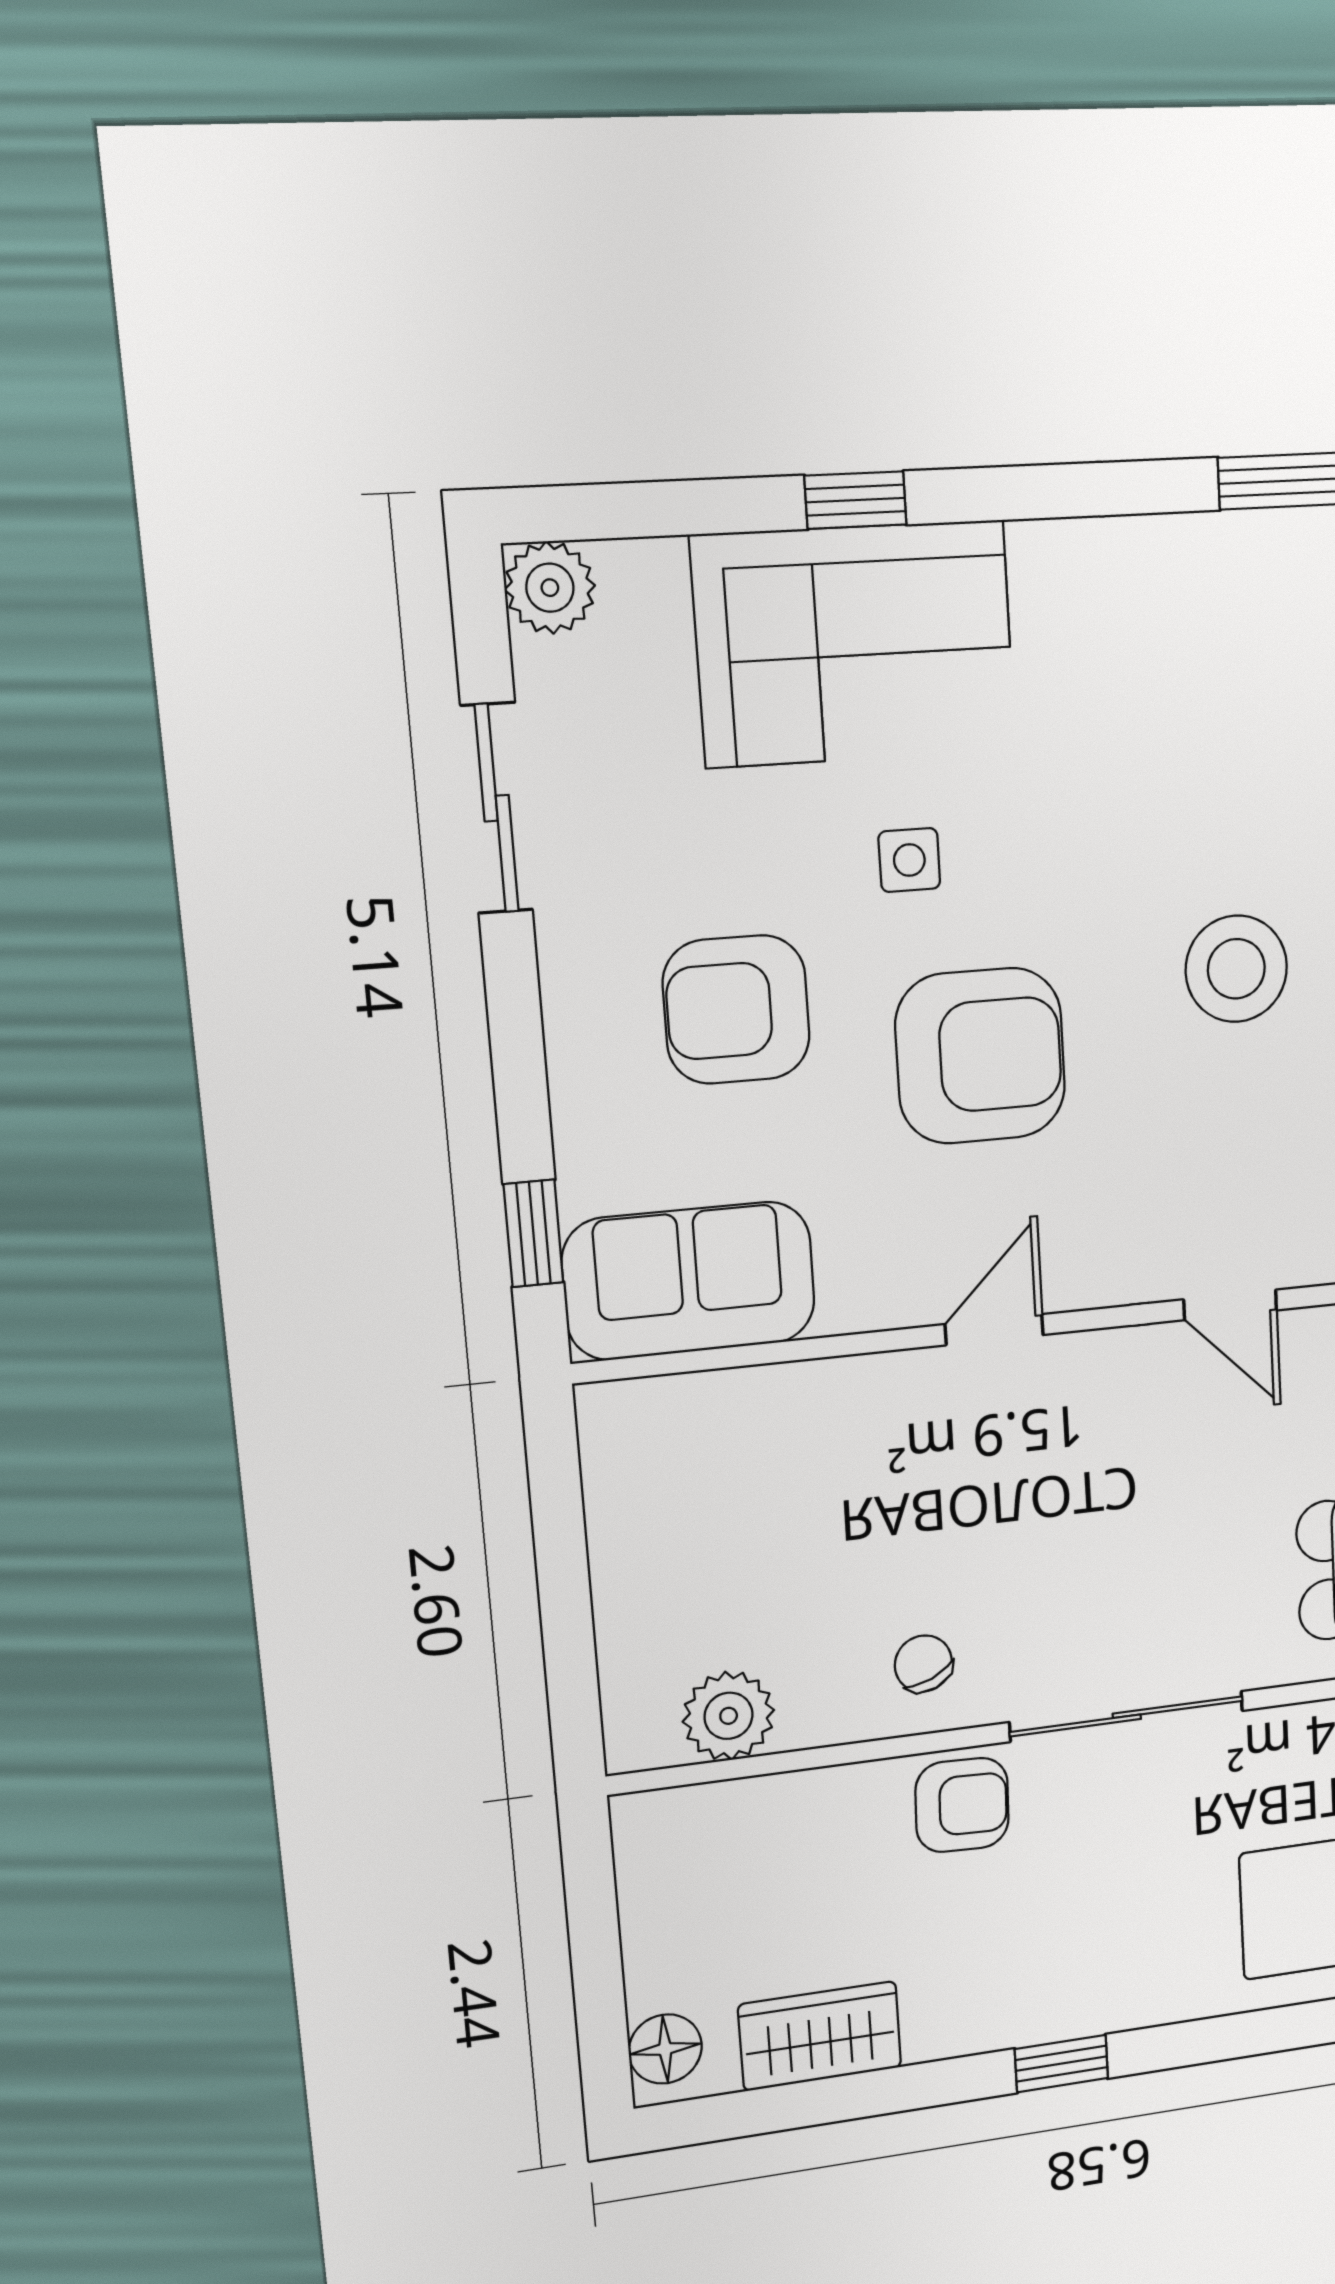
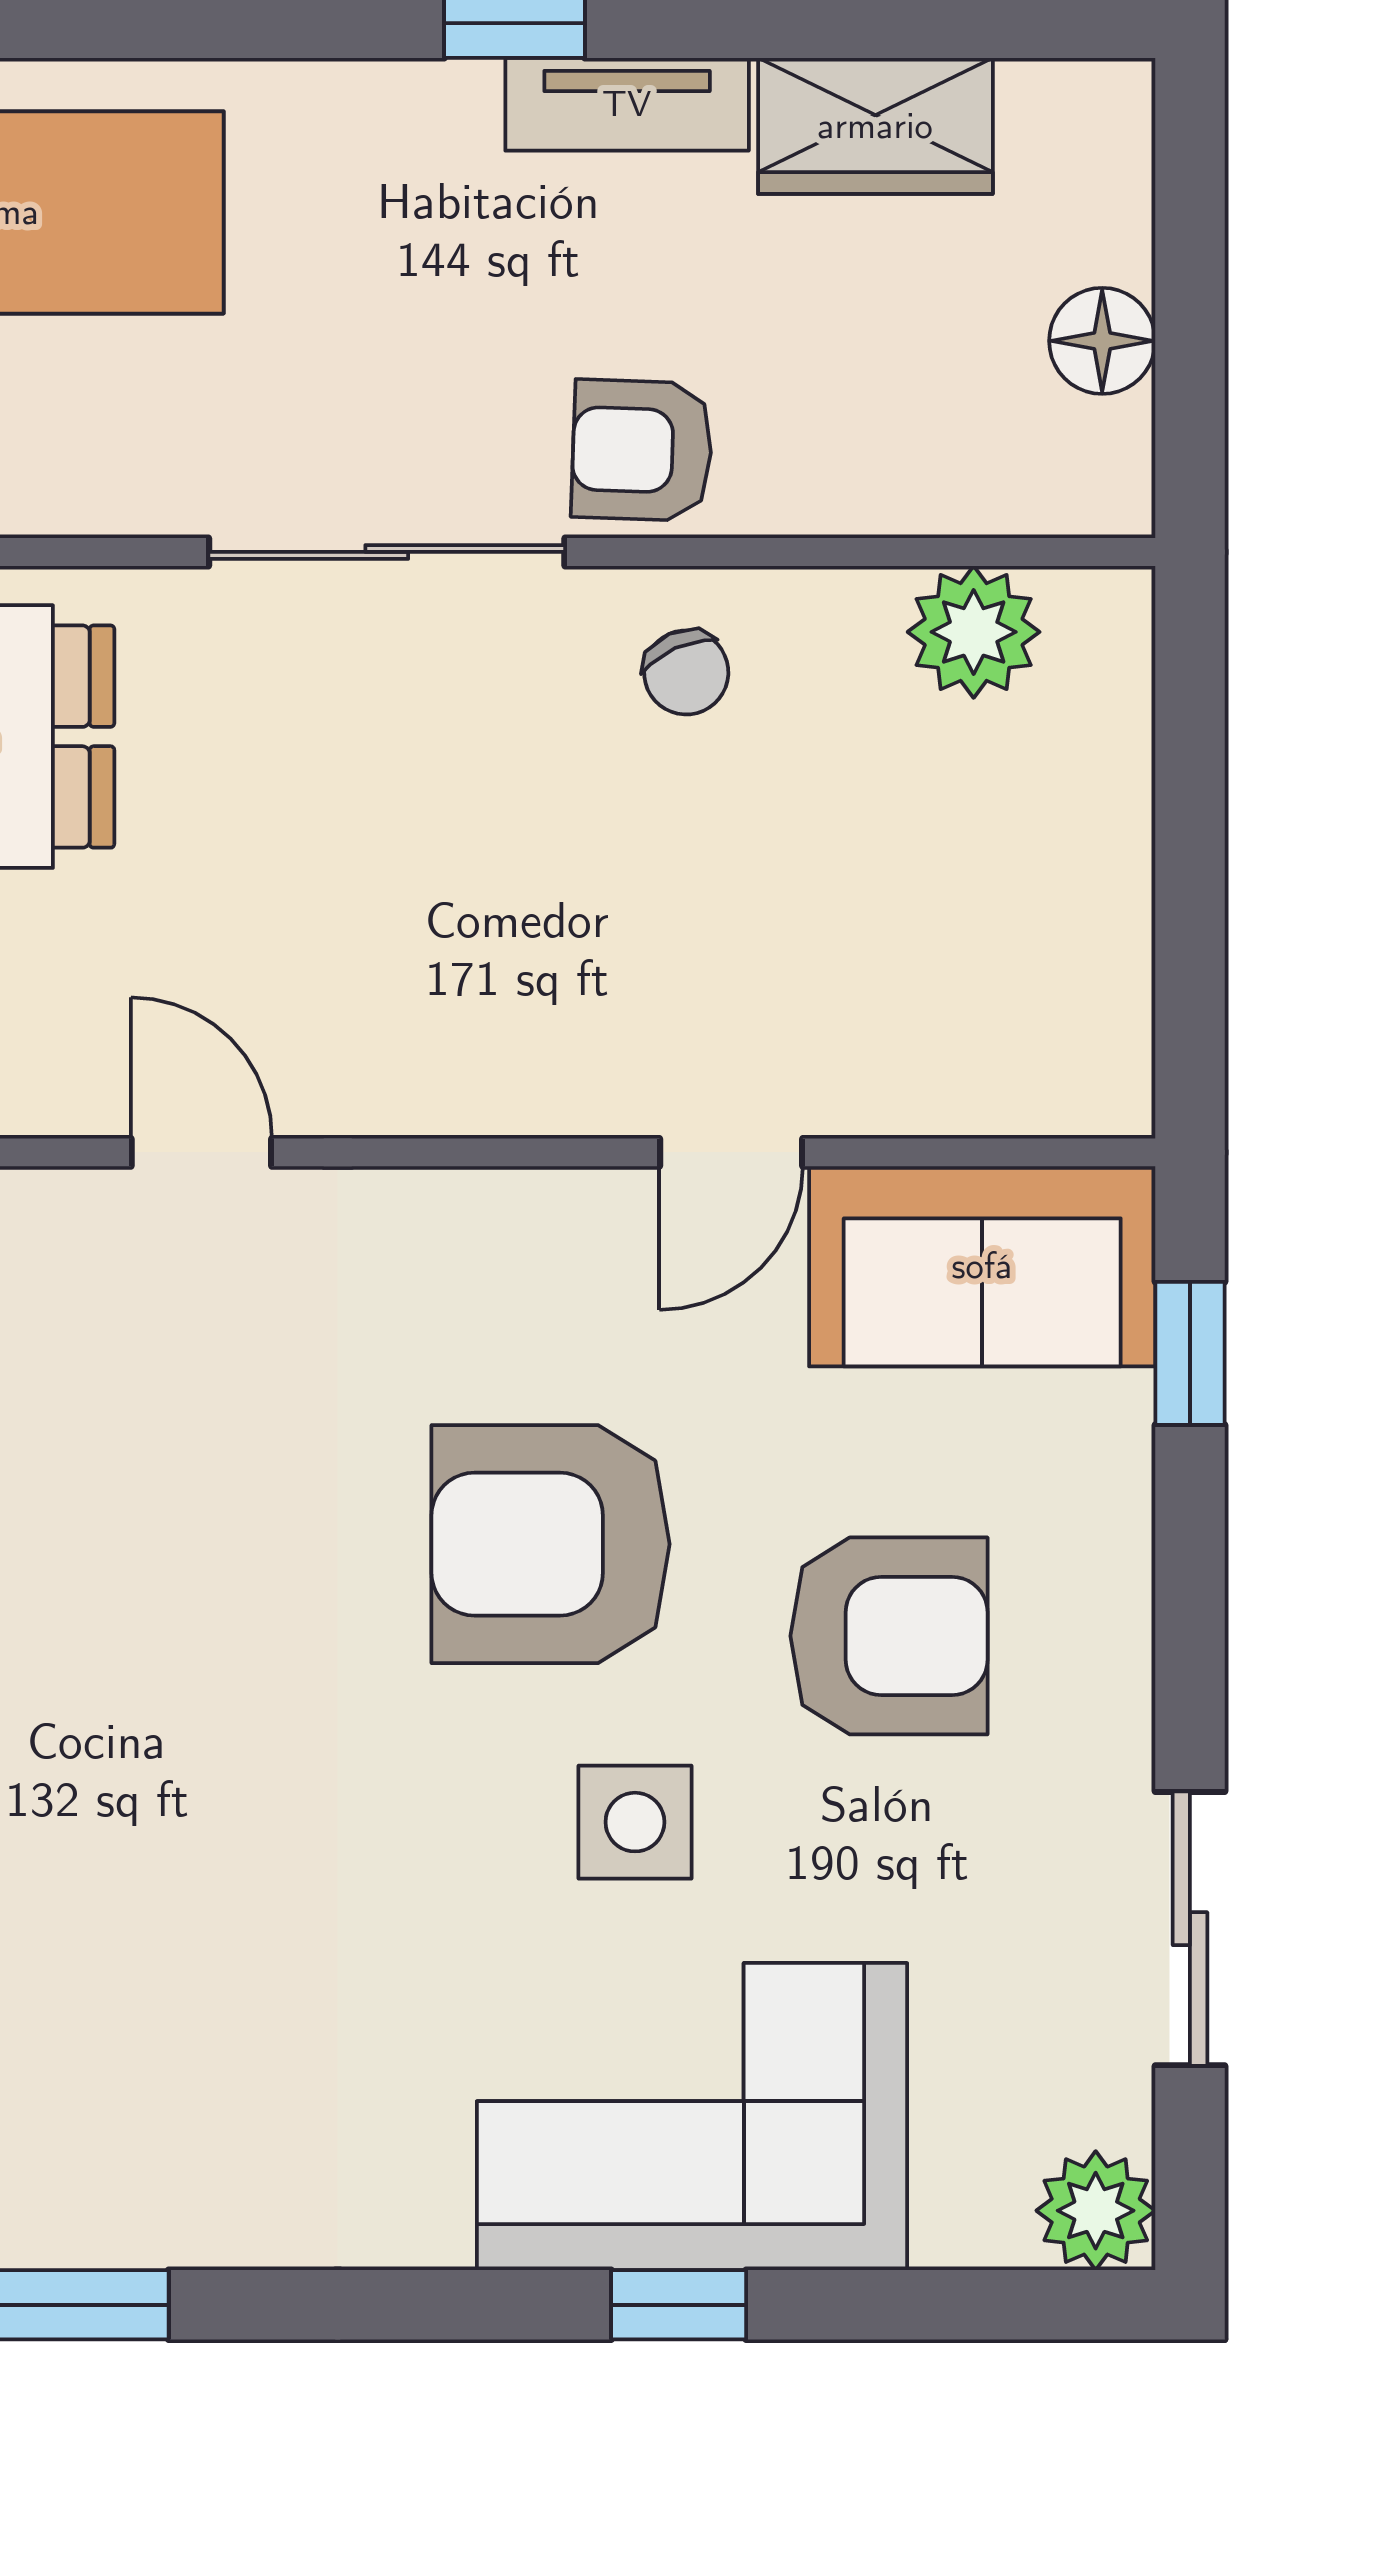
side table: (909, 860) -> (635, 1822), width x1.37, depth x1.37
stool: (1236, 969) -> (172, 1637), removed
door: (994, 1330) -> (731, 1152), moved
tv unit: (985, 2024) -> (627, 104), added
floor lamp: (665, 2049) -> (1102, 341), moved

